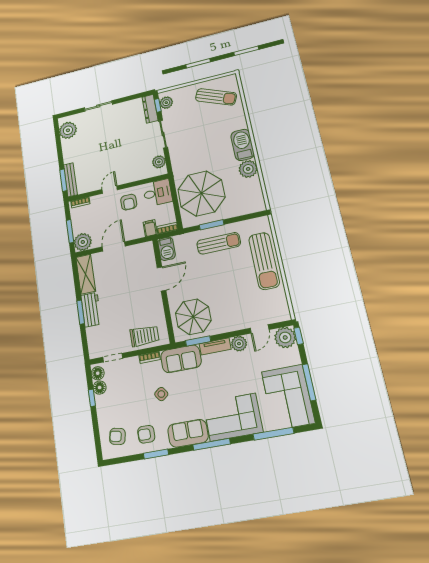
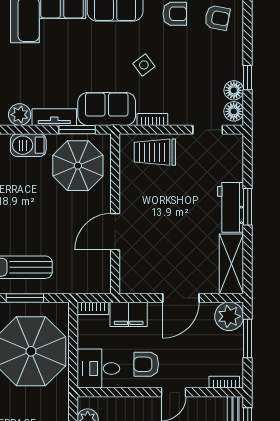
armchair: (129, 202) -> (146, 364), turned -90
filing cabinet: (150, 228) -> (129, 314), width x2.00
barbecue: (167, 249) -> (28, 145), moved, turned -90

